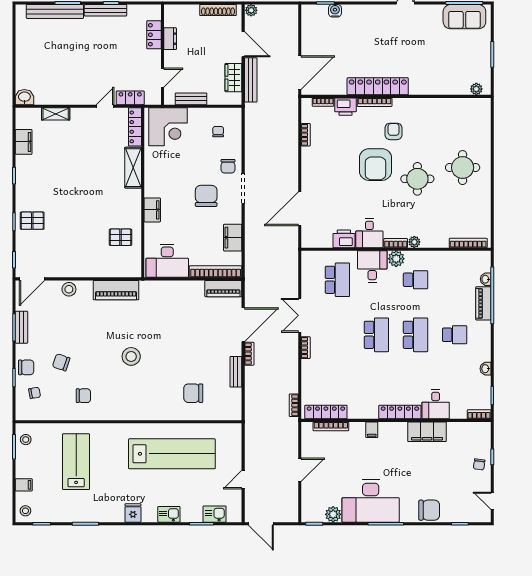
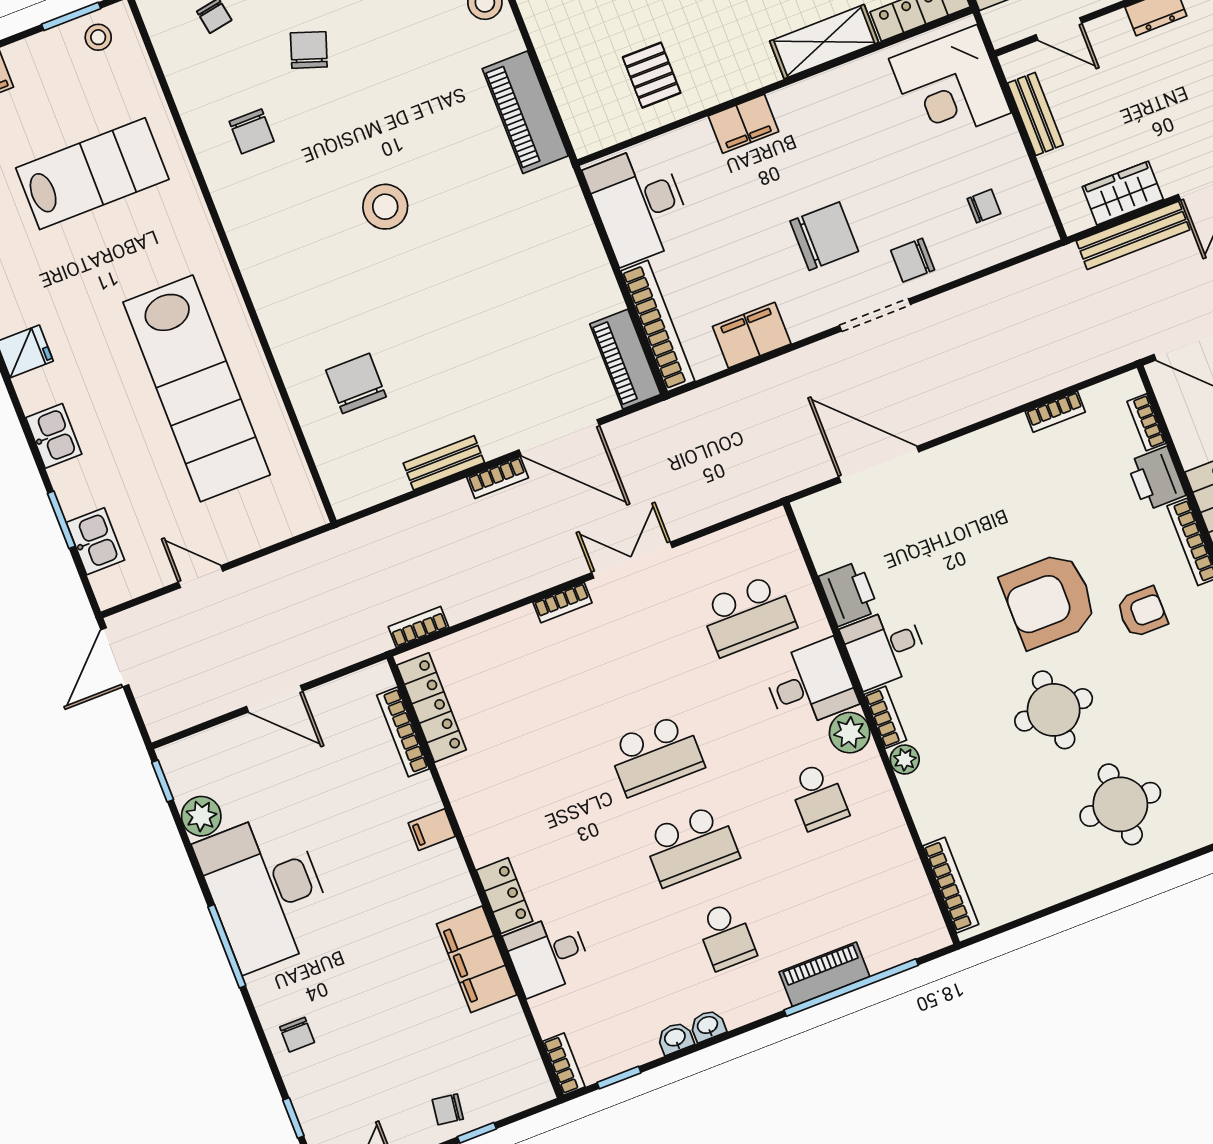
washbasin: (486, 279) -> (708, 1026), moved
locker: (400, 412) -> (505, 896), width x0.66
chair: (429, 510) -> (297, 1035), width x0.54, depth x0.54

